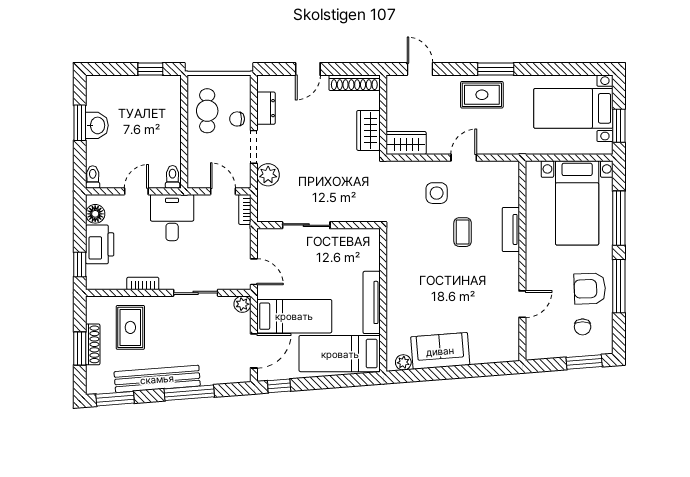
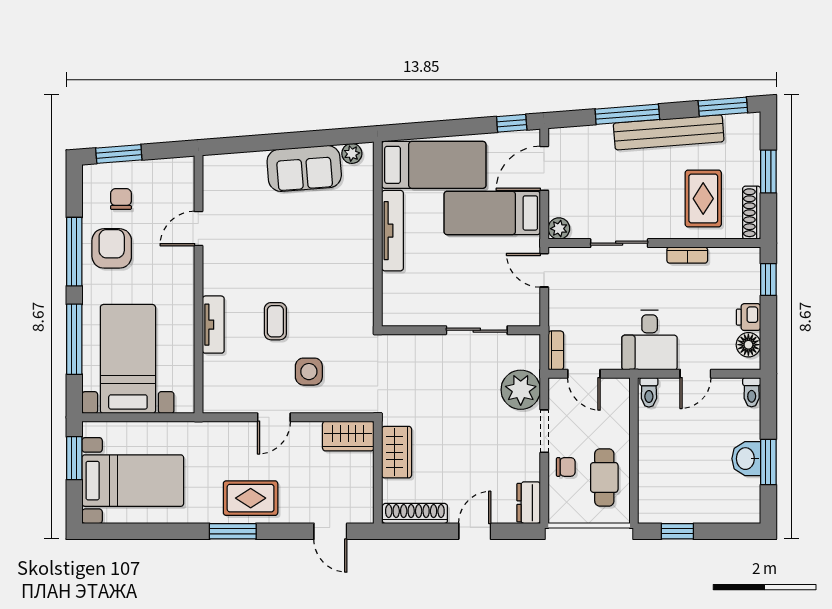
dresser: (266, 108) -> (529, 503), moved
plant: (268, 175) -> (521, 390), width x1.36, depth x1.36
printer: (100, 244) -> (748, 317), width x0.53, depth x0.68
armchair: (590, 289) -> (112, 248), turned -88
shoe rack: (93, 344) -> (752, 213), moved

